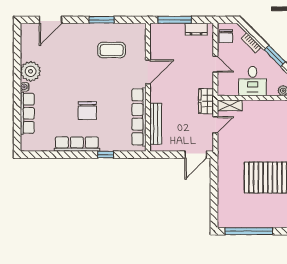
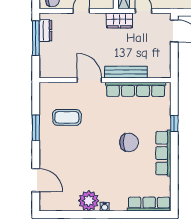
window: (175, 20) -> (36, 38), moved
coffee table: (112, 50) -> (67, 117), turned 90
row of seats: (27, 113) -> (149, 204), moved
bench: (156, 124) -> (126, 72), moved

